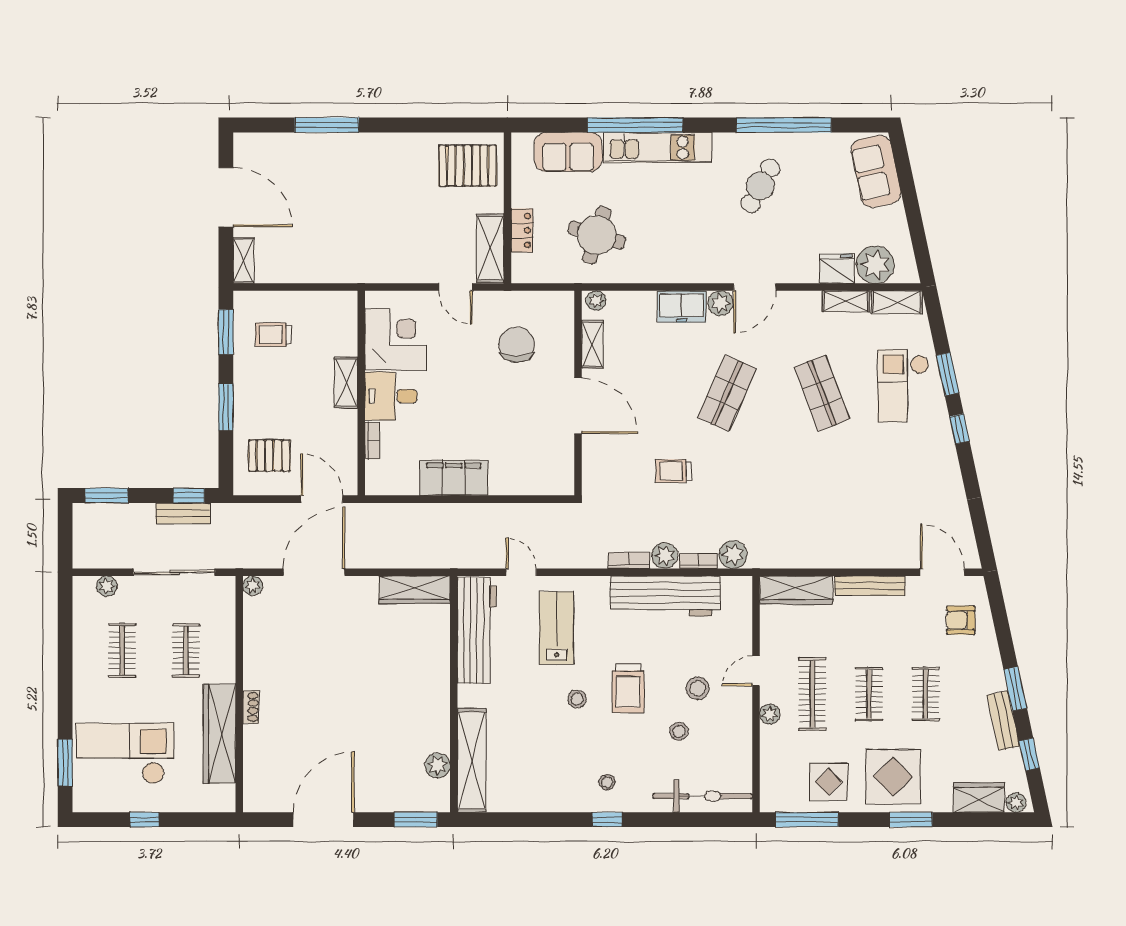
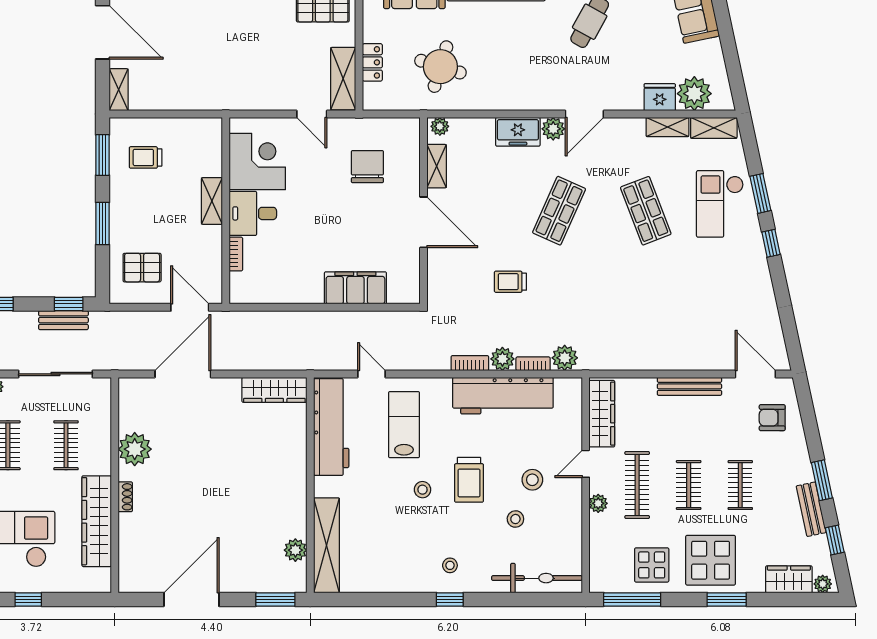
filing cabinet: (454, 478) -> (355, 288), moved
plant: (253, 586) -> (135, 449), moved, width x1.87, depth x1.87
wardrobe: (796, 590) -> (602, 414), moved, turned -90

